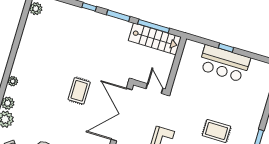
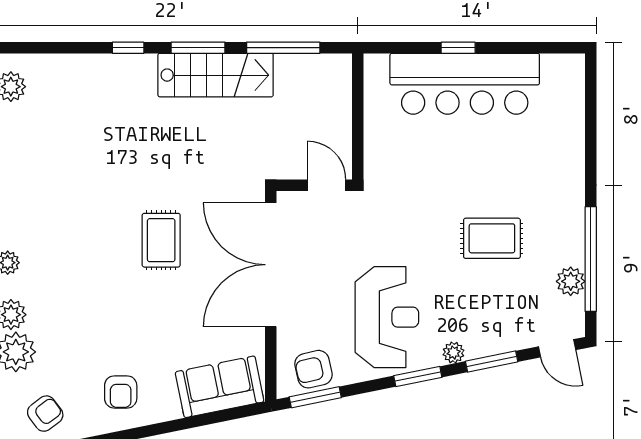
stairs: (155, 39) -> (216, 75), moved
bar counter: (224, 64) -> (465, 84), width x1.36

